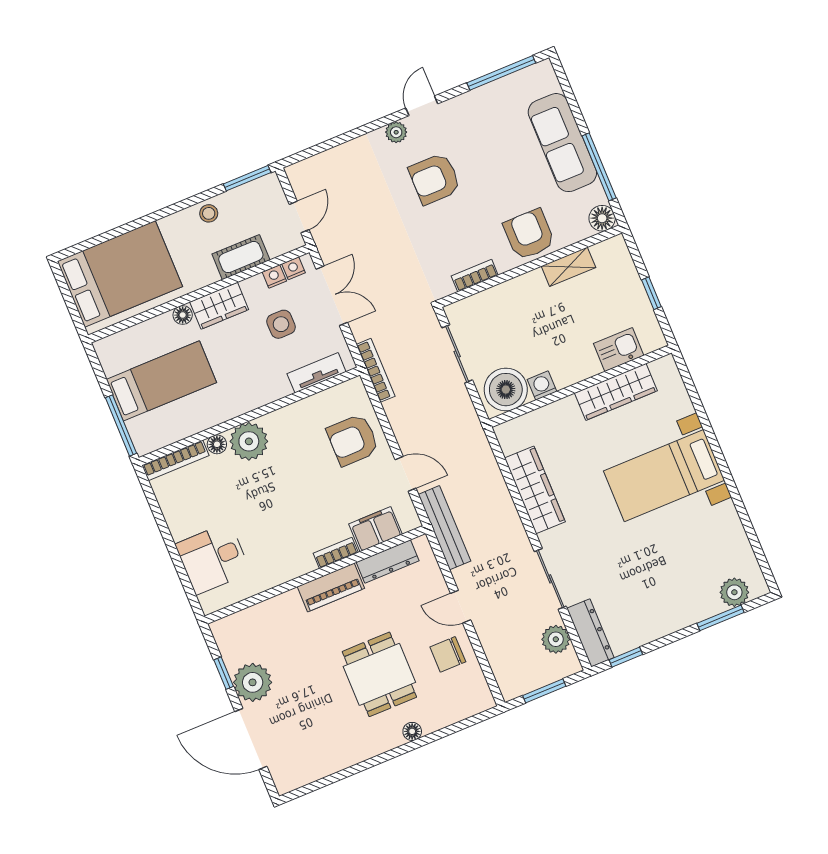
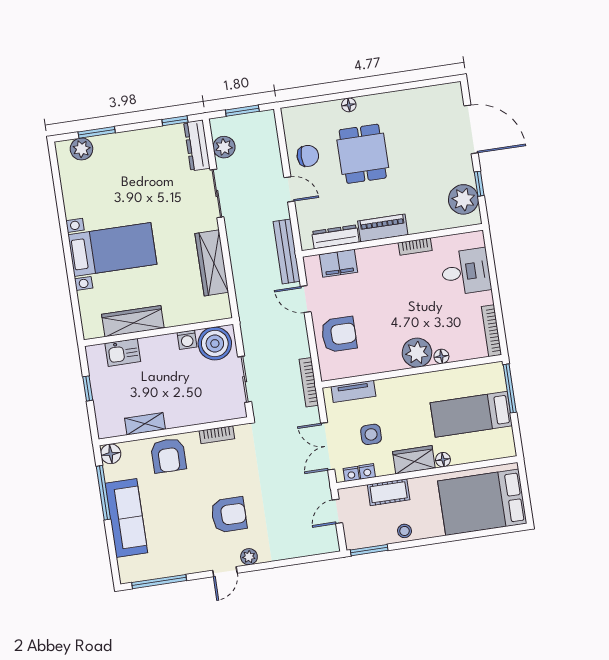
bookcase: (175, 460) -> (492, 331), moved, turned -90
bookcase: (336, 553) -> (415, 247), moved
plant: (253, 682) -> (463, 199), moved

